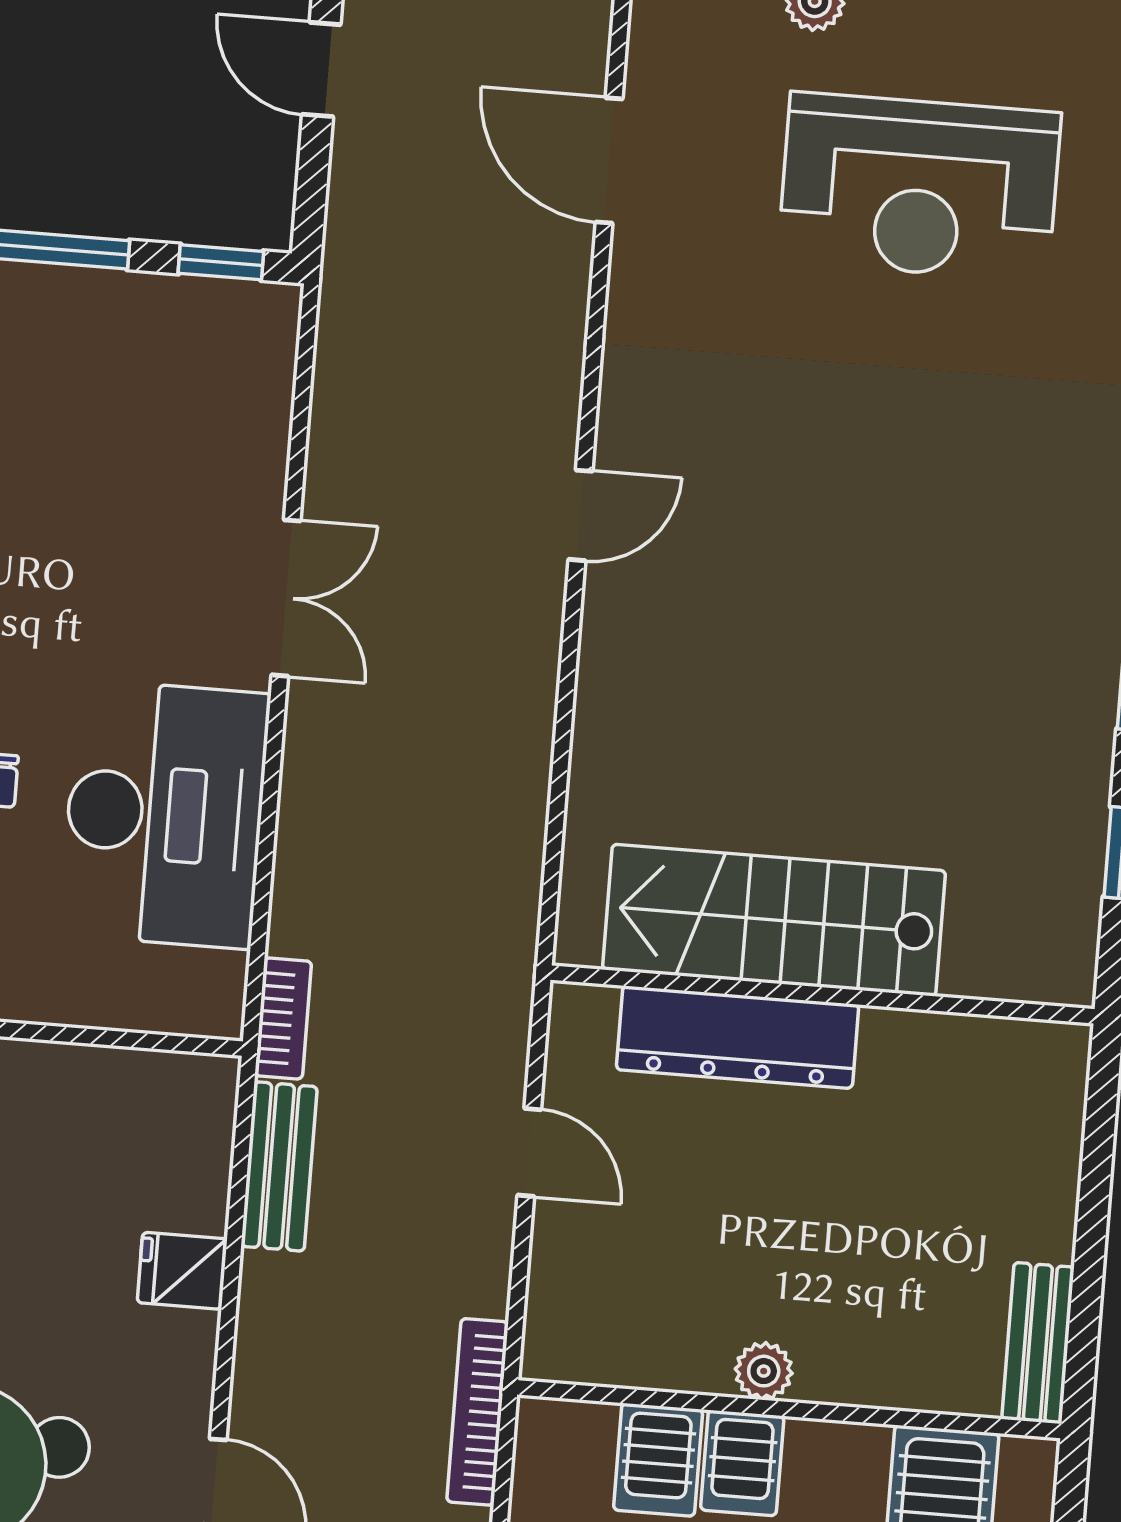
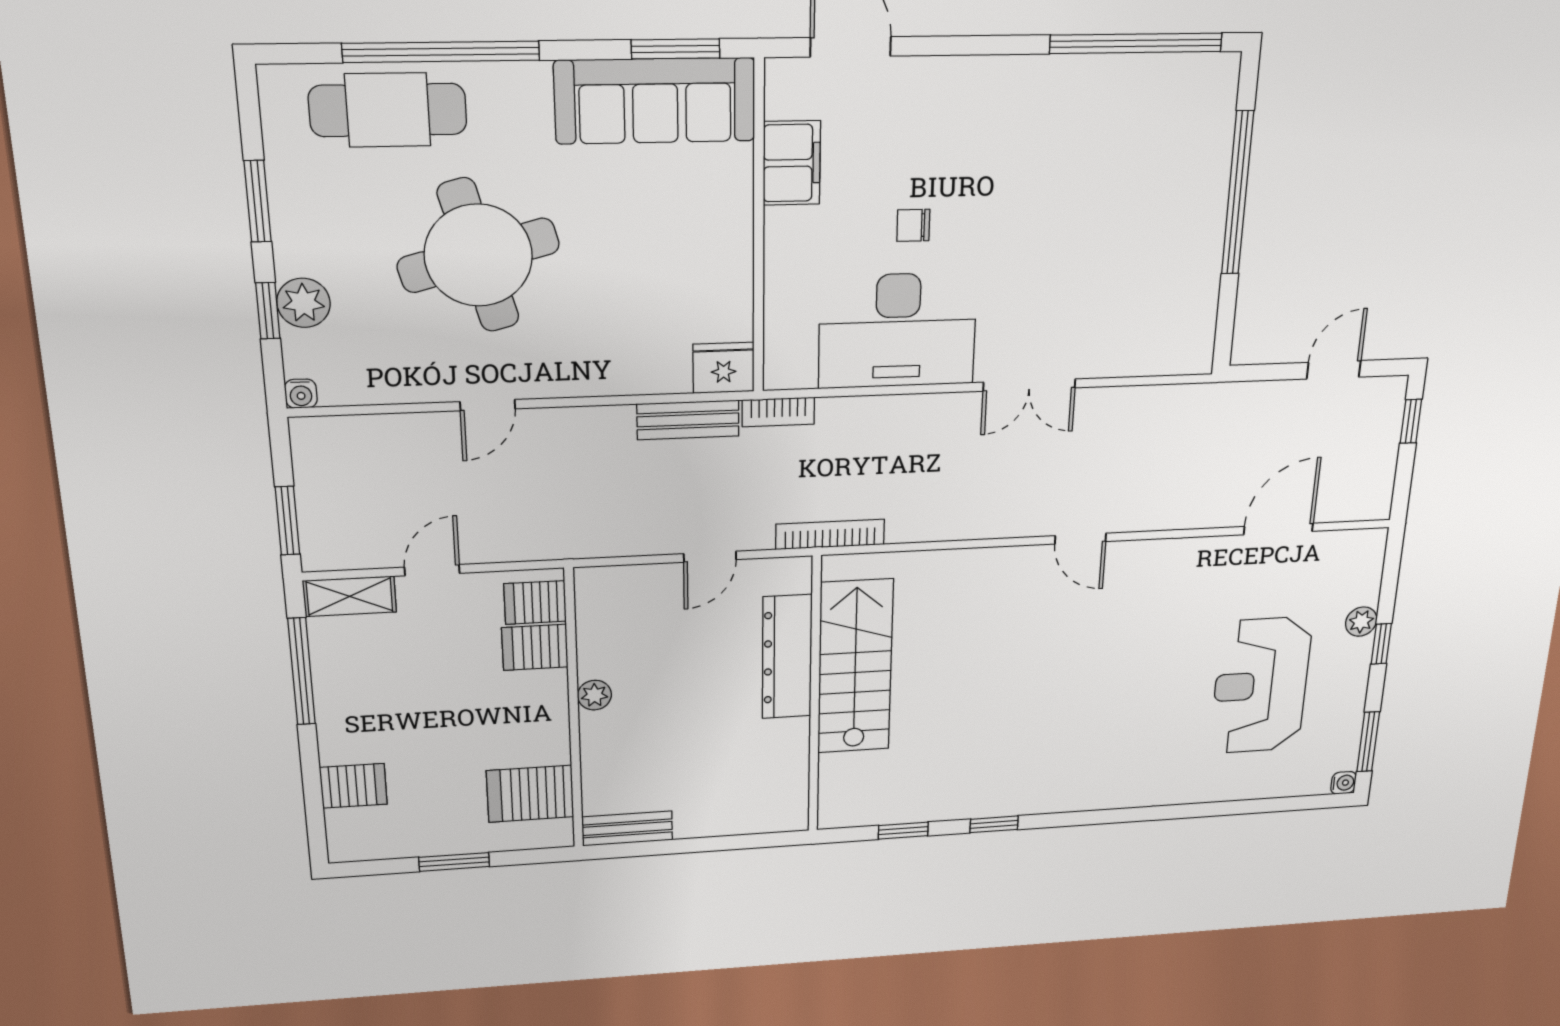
window: (221, 262) -> (1225, 326), removed
fridge: (182, 1271) -> (724, 368), moved, width x1.38
bookcase: (478, 1412) -> (830, 534), moved
server rack: (742, 1463) -> (535, 603), moved

